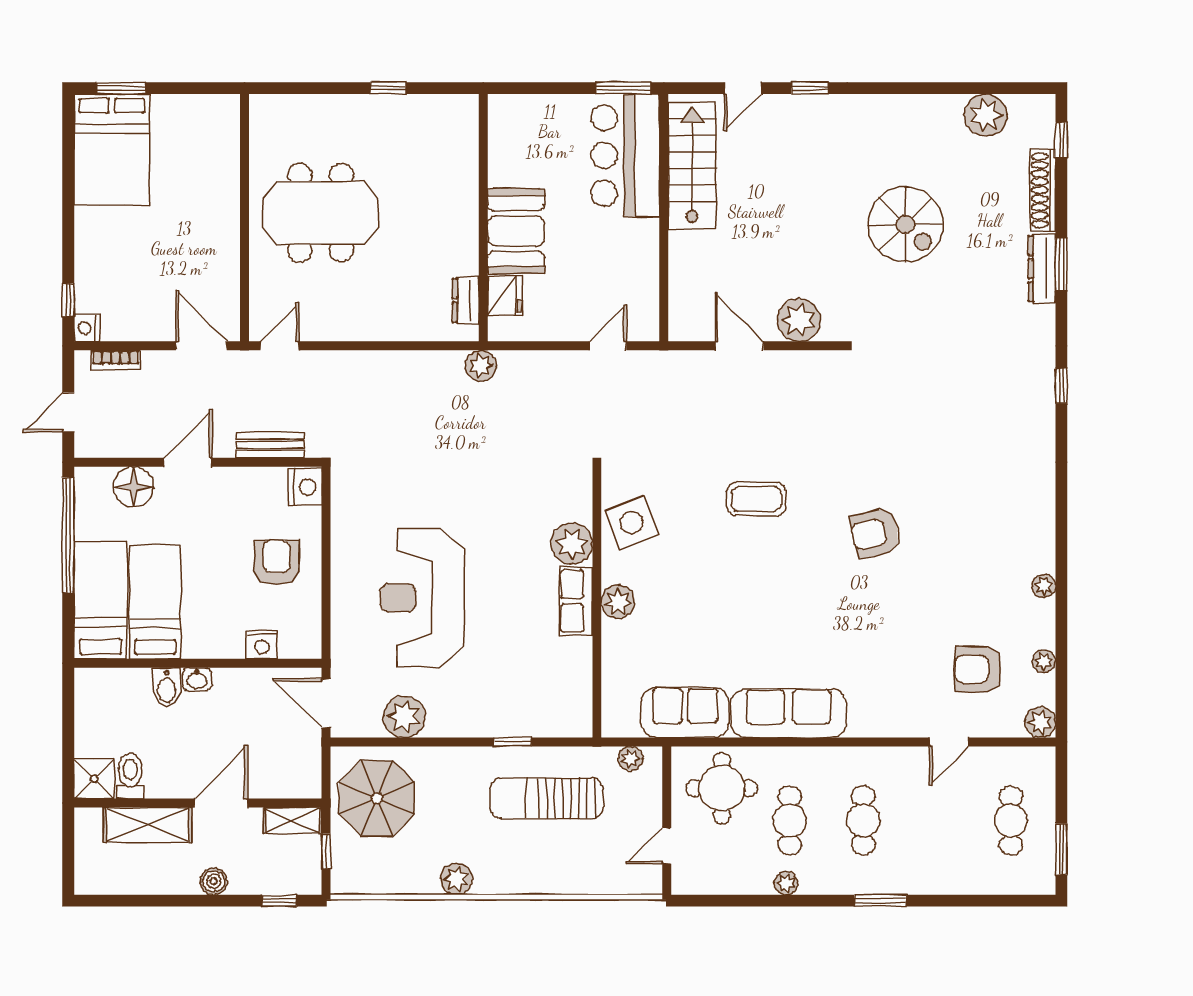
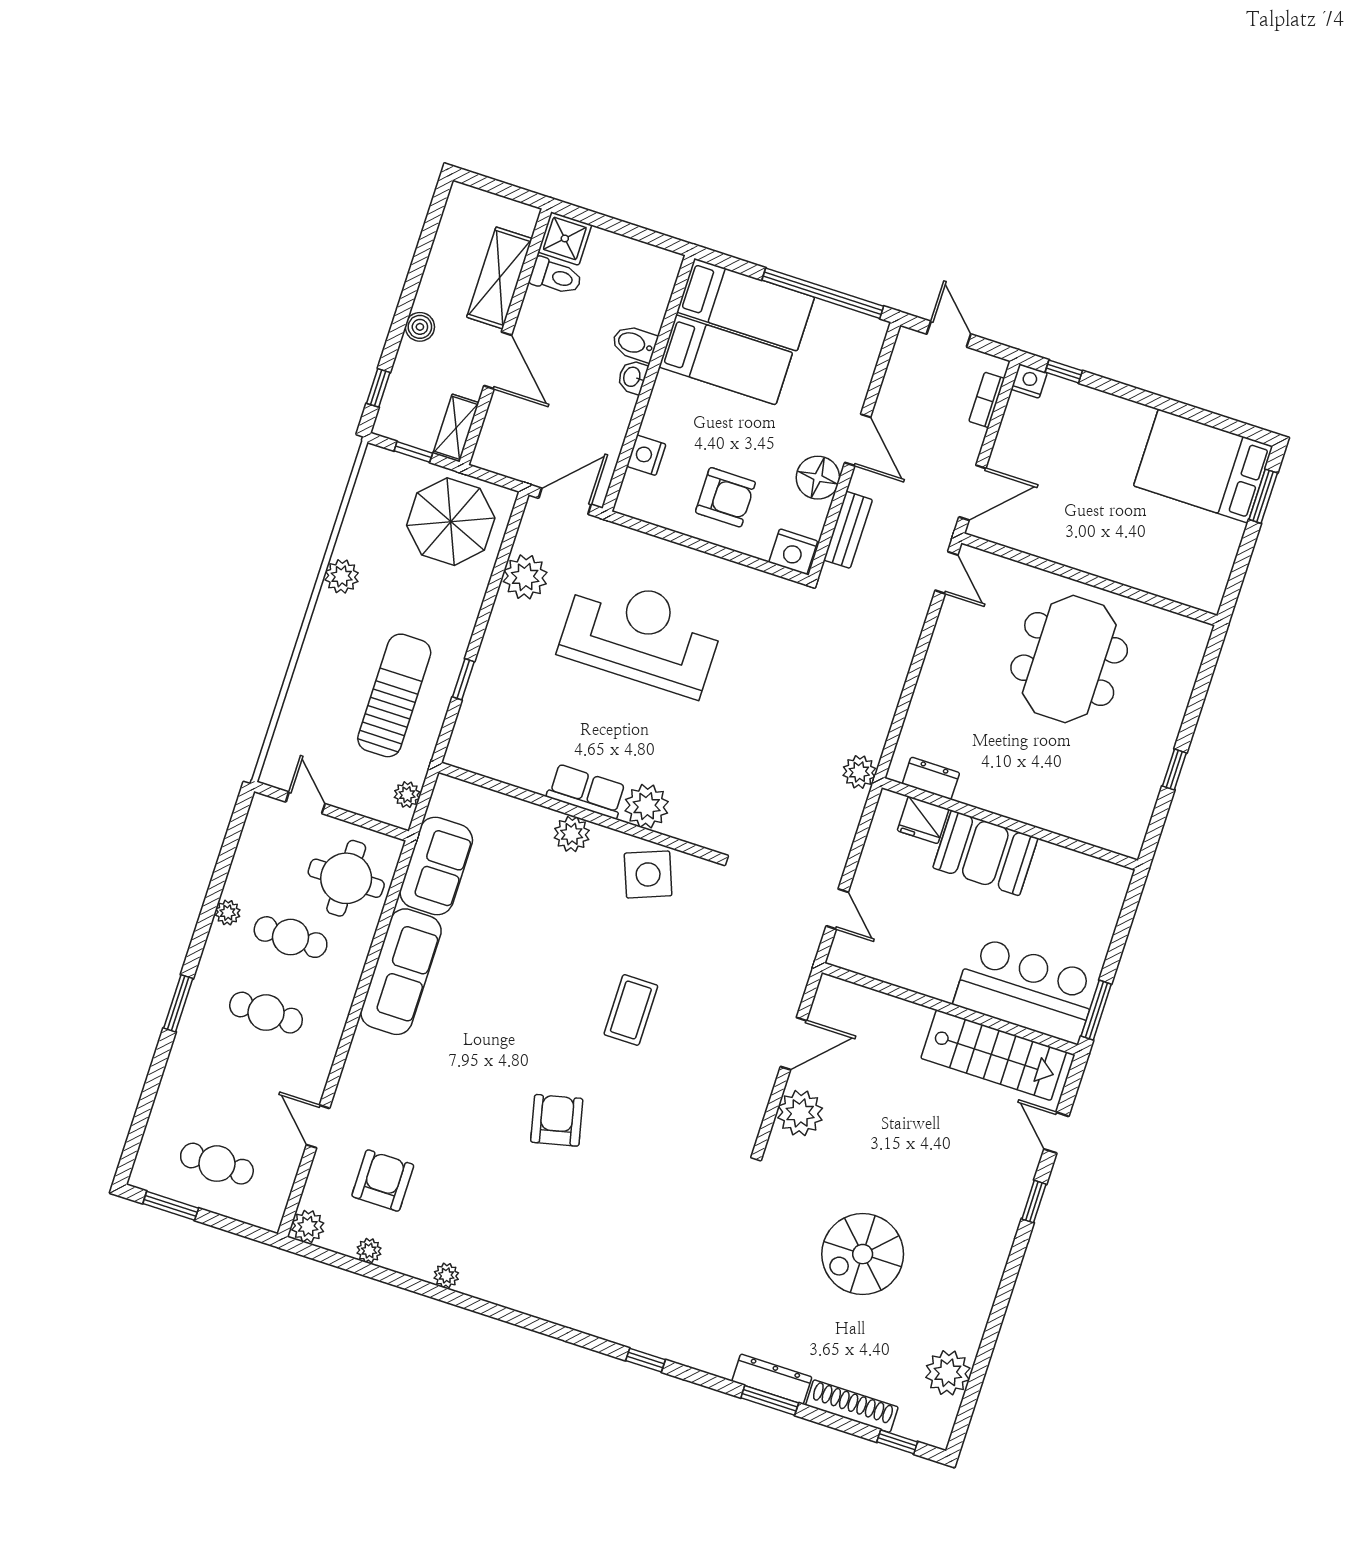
floor lamp: (134, 487) -> (818, 478), moved

